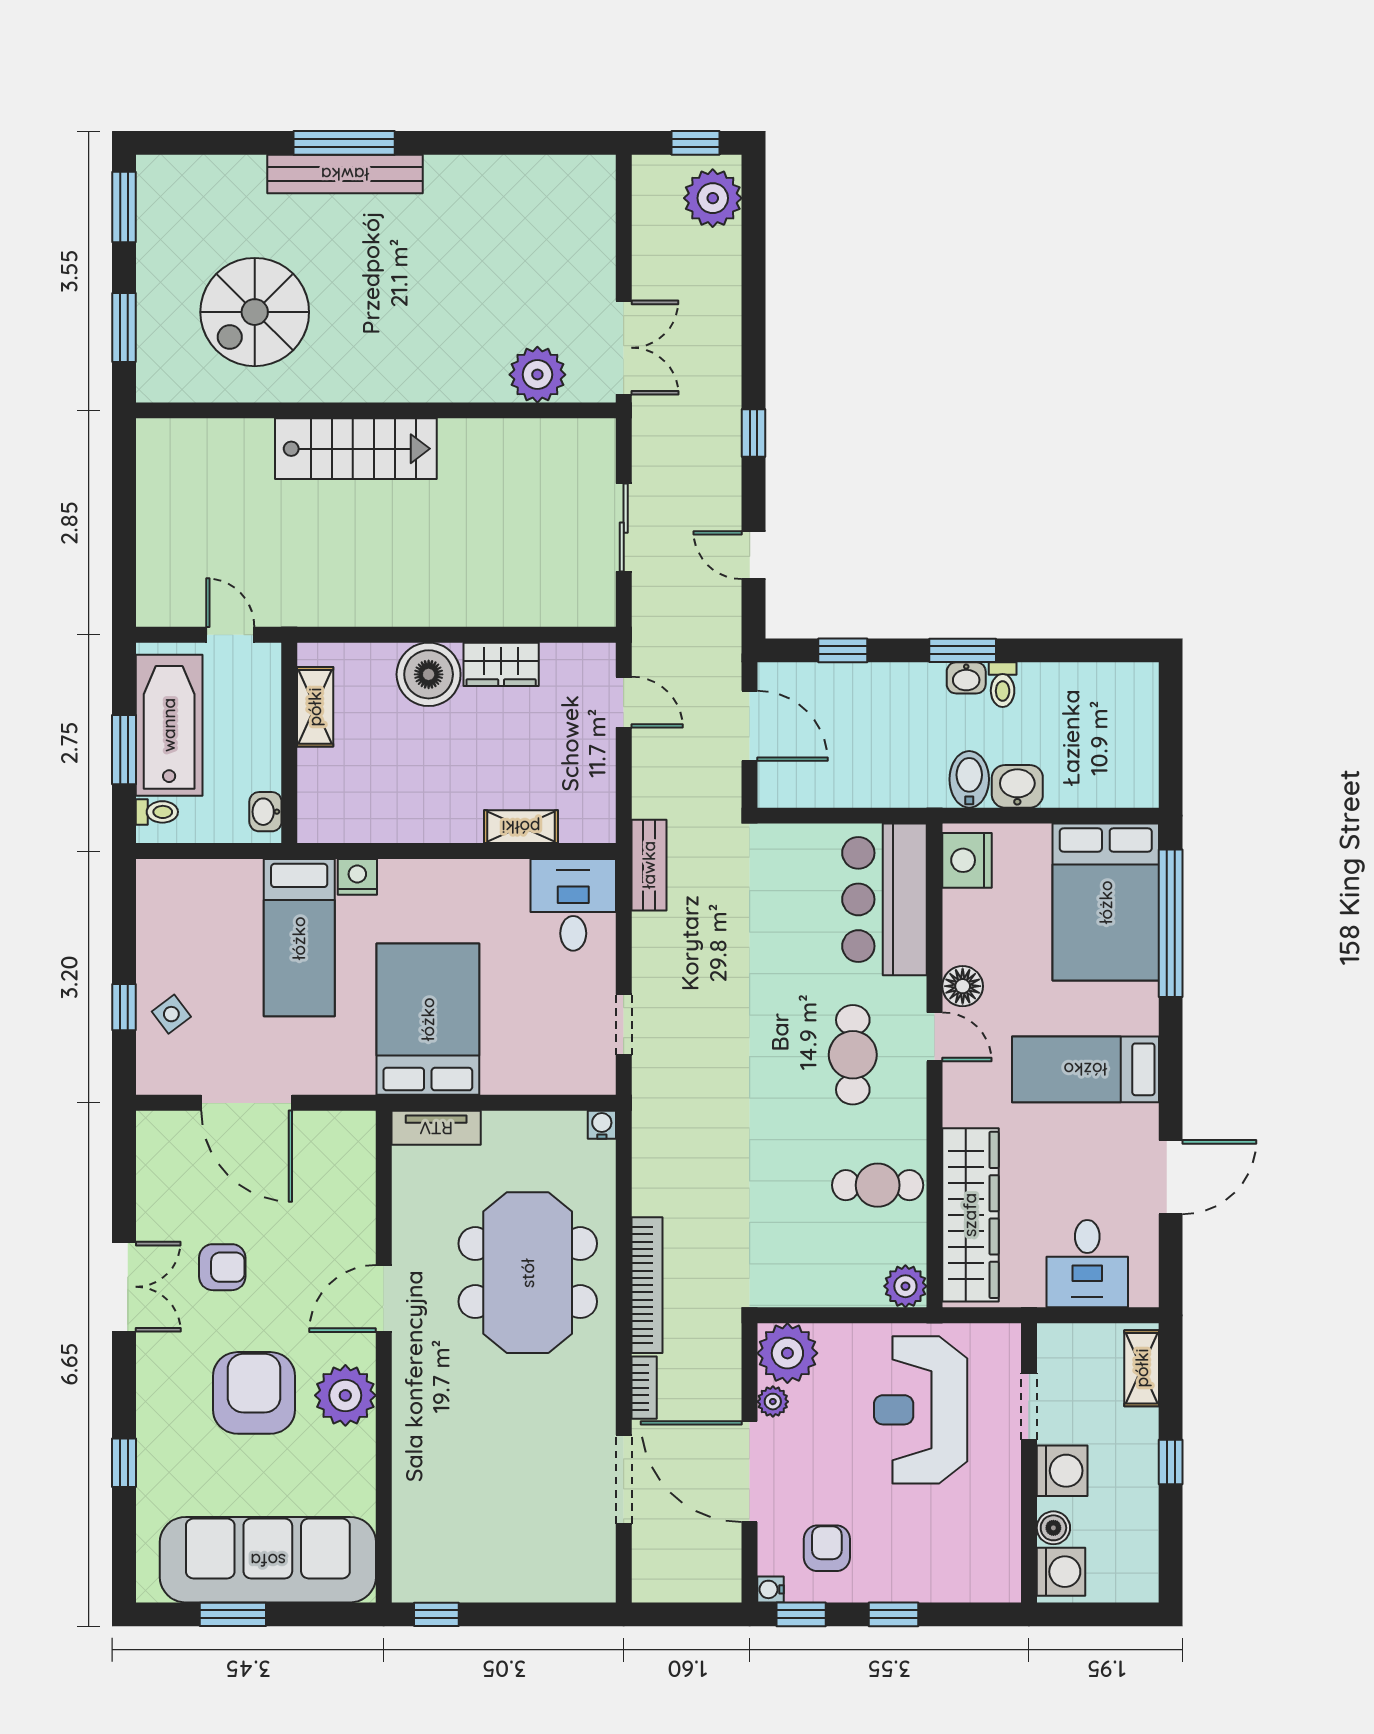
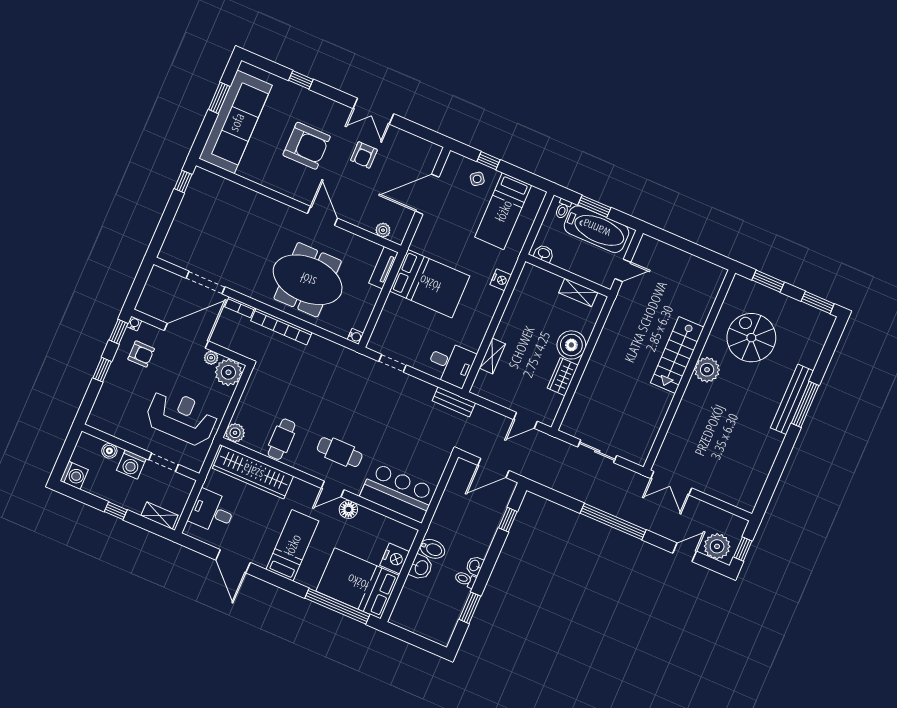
plant: (537, 375) -> (707, 370), moved
window: (754, 433) -> (613, 522), width x3.17
door: (754, 555) -> (685, 552), moved
window: (963, 650) -> (470, 608), moved
nightstand: (967, 860) -> (395, 558), moved, turned 90
bed: (299, 938) -> (503, 211), moved, turned -90
plant: (345, 1395) -> (383, 230), moved, width x0.53, depth x0.53
washing machine: (1061, 1572) -> (74, 475), moved, turned -90

